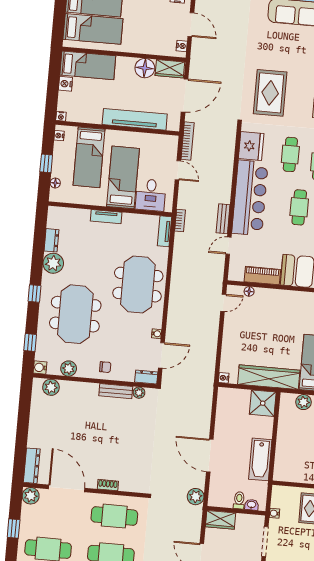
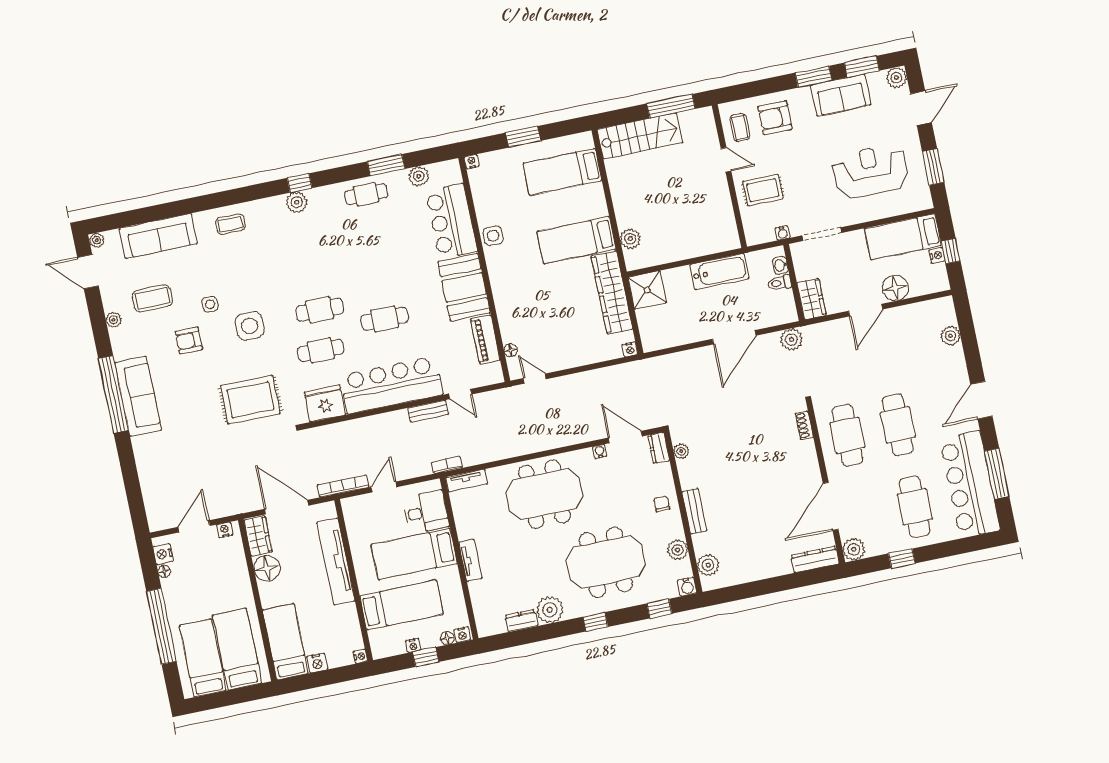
nightstand: (59, 136) -> (413, 645), moved
nightstand: (54, 195) -> (462, 635), added
bench: (116, 391) -> (694, 511), moved
shoe rack: (108, 485) -> (804, 425), moved

